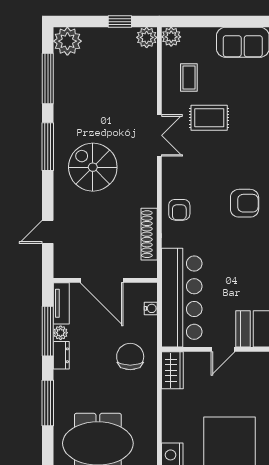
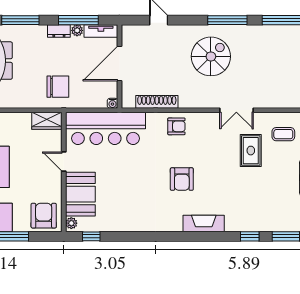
armchair: (179, 210) -> (176, 126), turned 180
water cooler: (151, 308) -> (112, 103), moved

